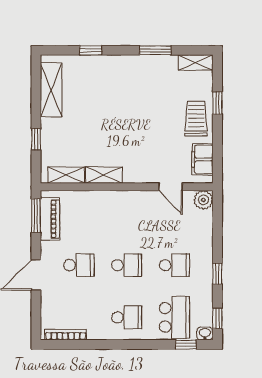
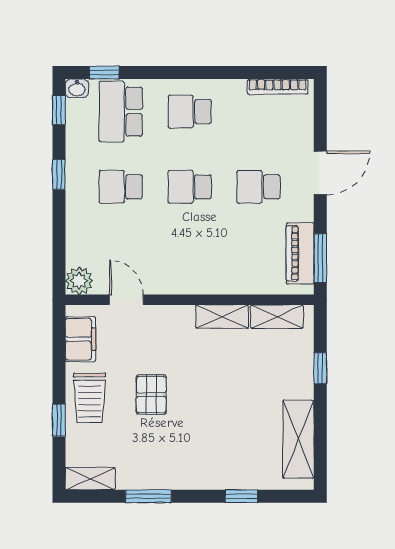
pallet: (153, 121) -> (151, 395), added

